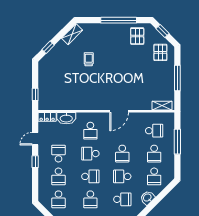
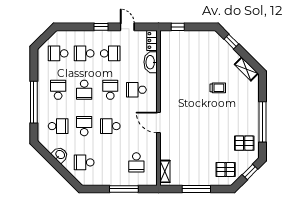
school desk: (154, 154) -> (110, 162), removed
school desk: (90, 199) -> (58, 90), turned 90
school desk: (122, 199) -> (58, 126), turned -90

